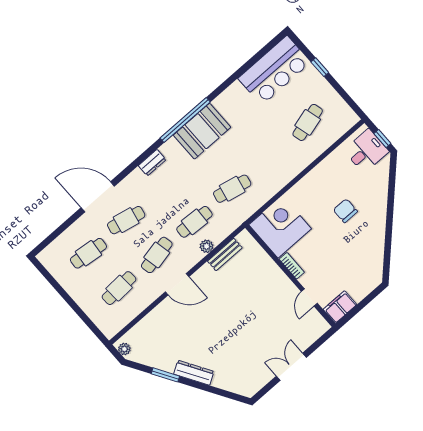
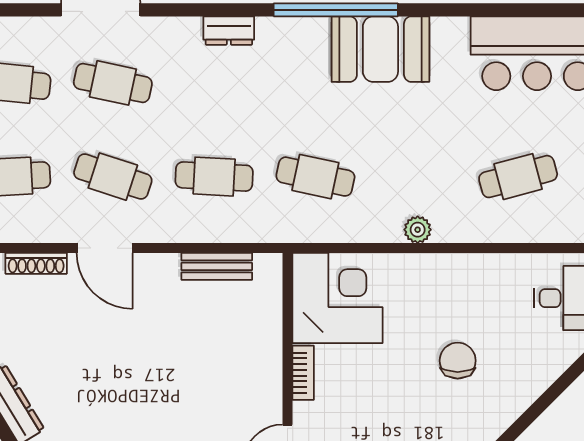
booth: (202, 131) -> (380, 49), moved
plant: (207, 246) -> (418, 230), moved
cafe table: (157, 255) -> (113, 177), turned 30
shoe rack: (157, 312) -> (36, 263), added

